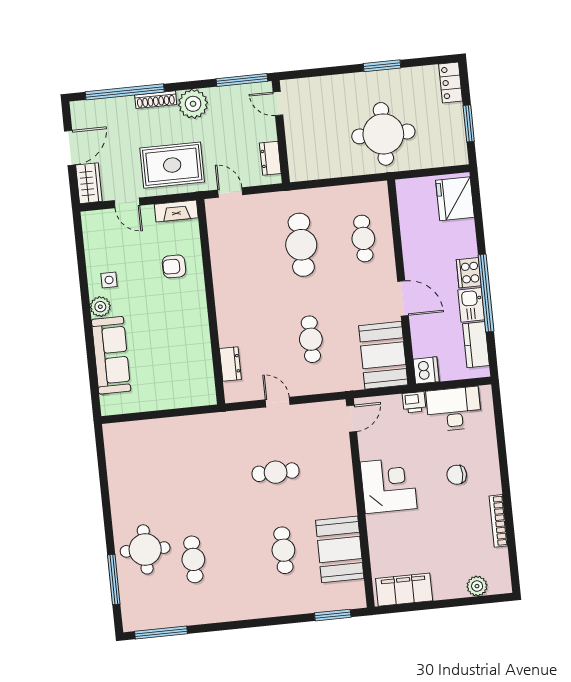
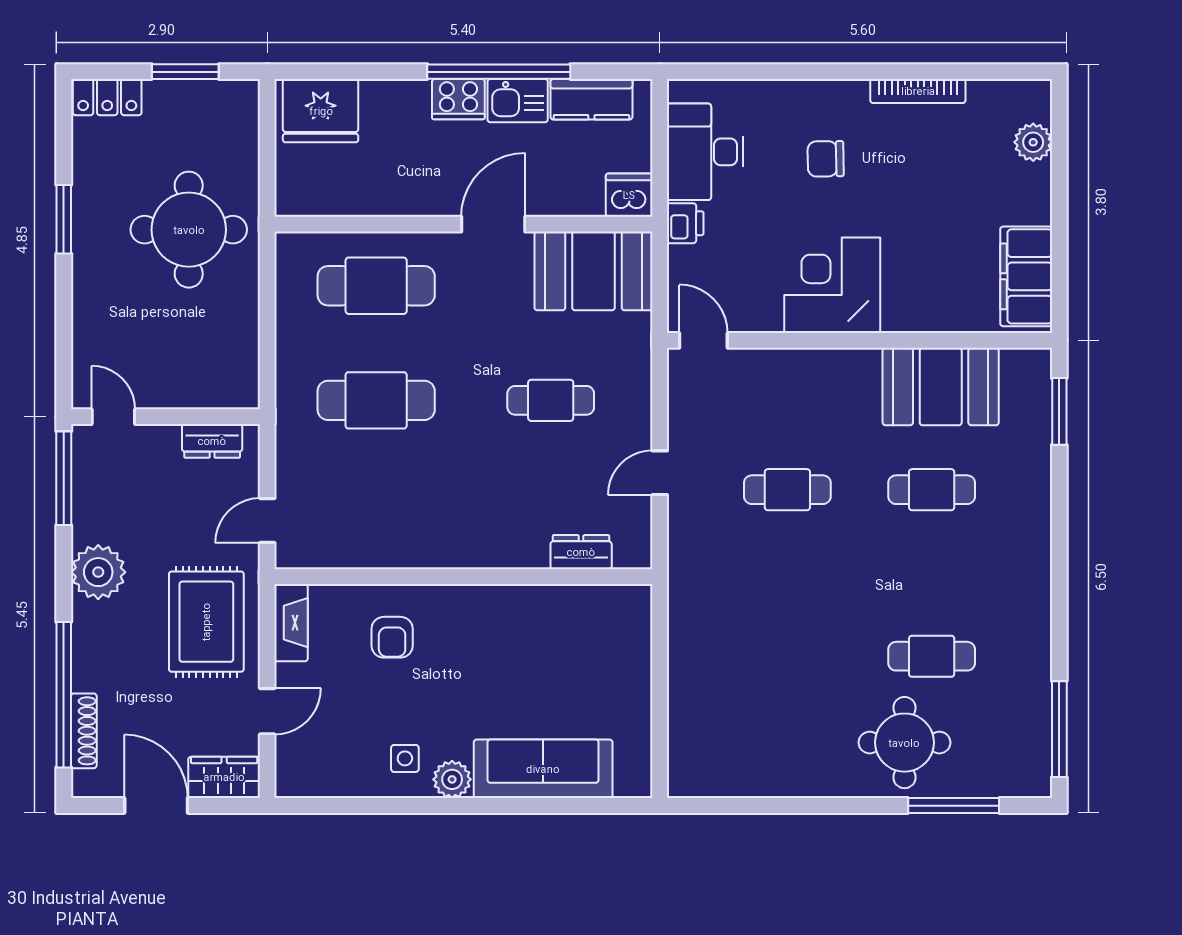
shoe rack: (156, 100) -> (84, 731), moved
door: (278, 103) -> (113, 417), swing flipped
cafe table: (363, 238) -> (376, 286), width x1.37, depth x1.35
cafe table: (276, 472) -> (787, 490), turned 90
chair: (457, 475) -> (826, 159), turned 89

